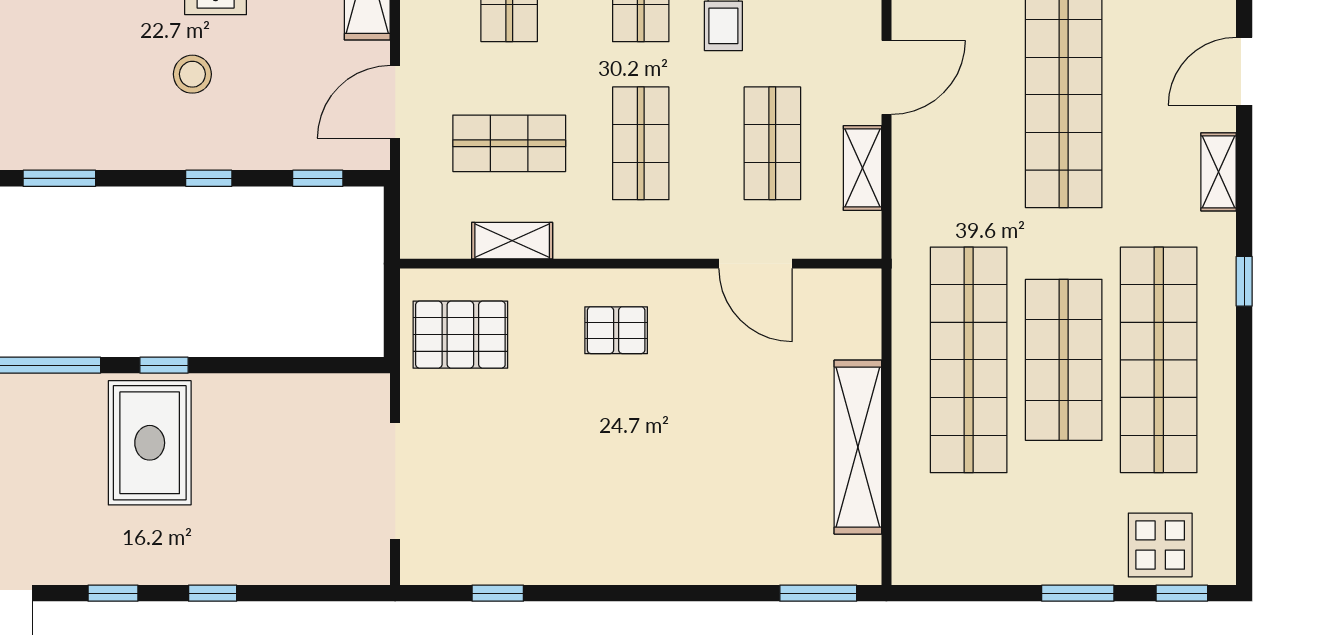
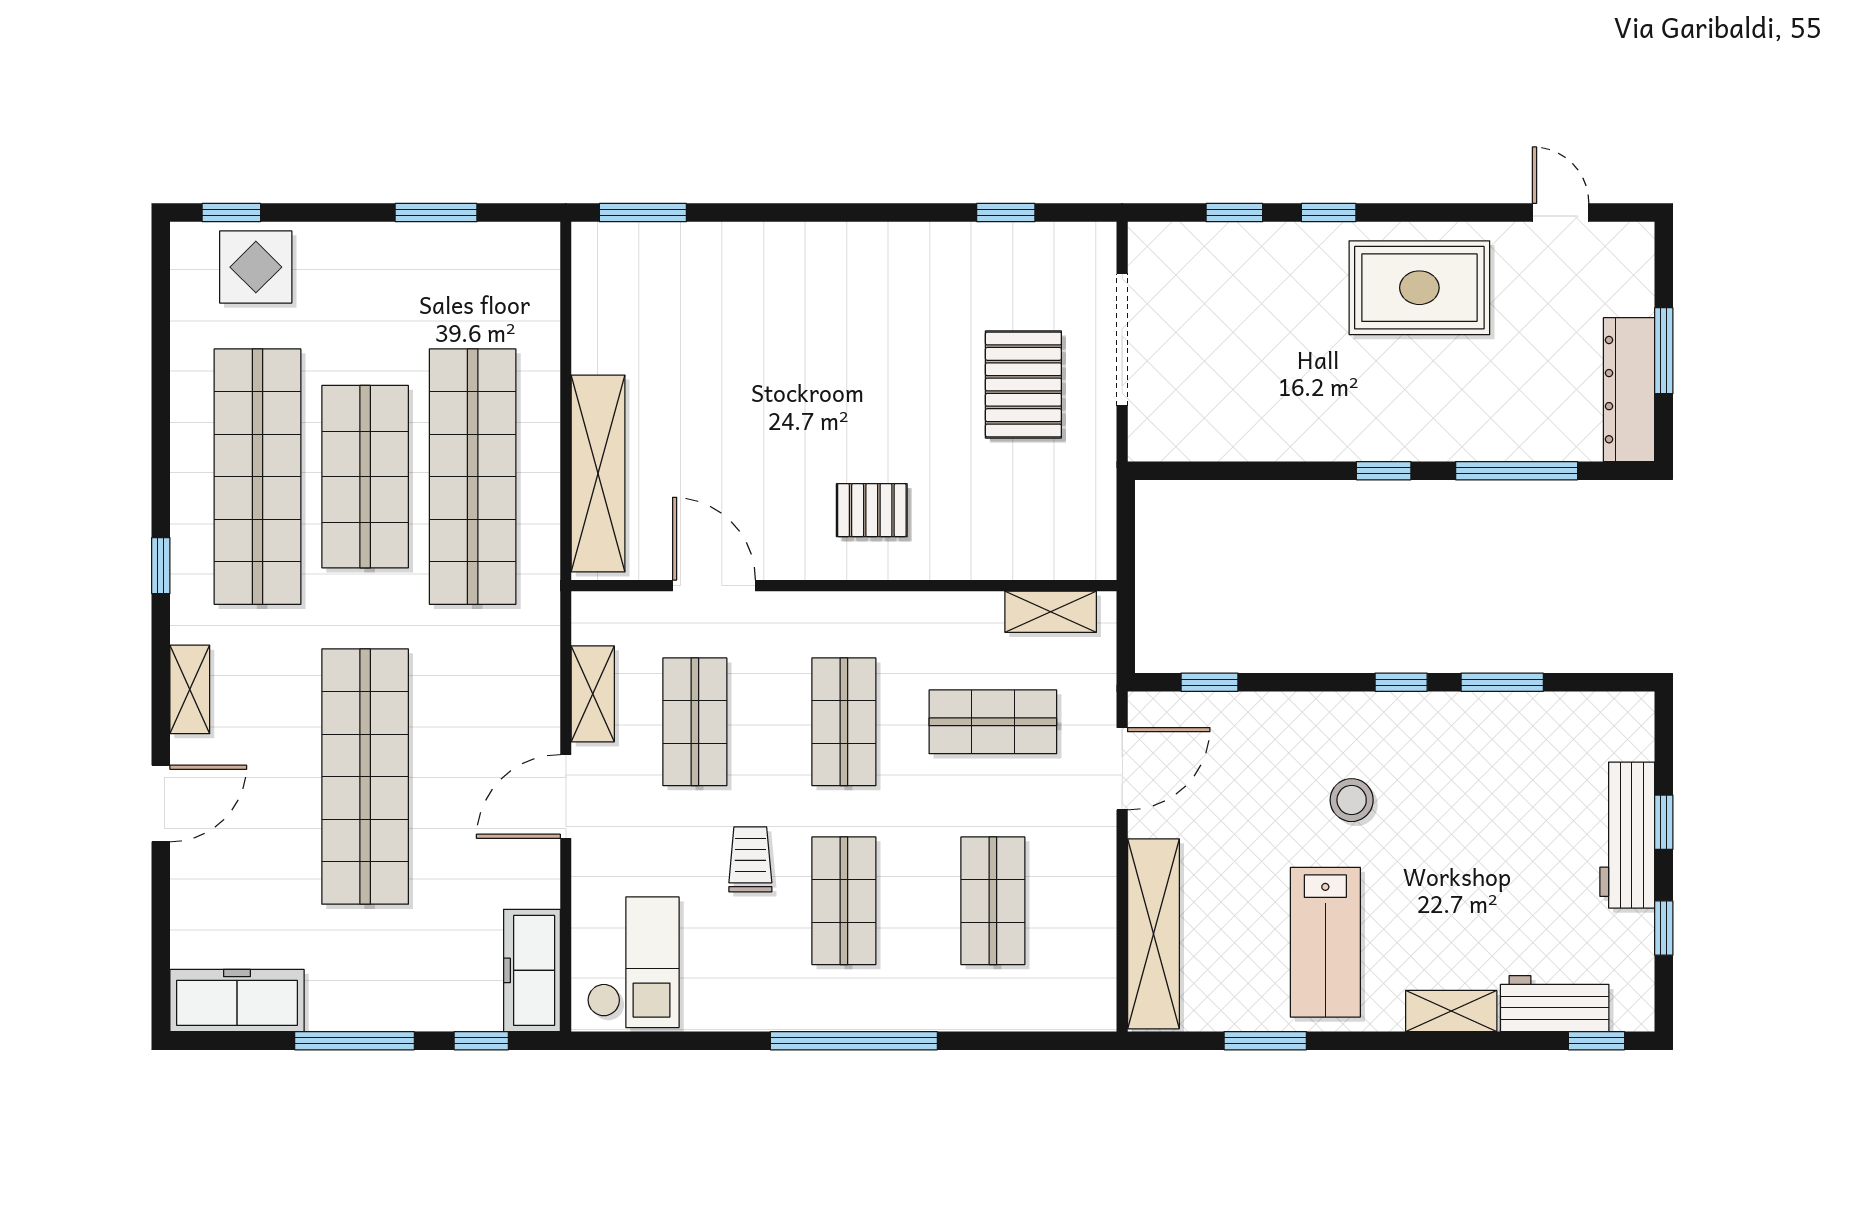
window: (209, 178) -> (1401, 682), moved
shelving: (512, 241) -> (1051, 612), moved
pallet: (460, 335) -> (1023, 384), moved, turned 90
rug: (150, 443) -> (1419, 288), moved, turned 90
shelving: (858, 447) -> (598, 473), moved
window: (113, 593) -> (1234, 213), moved
window: (1078, 593) -> (436, 213), moved

